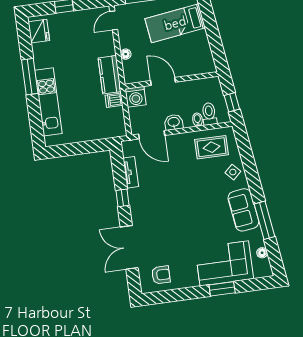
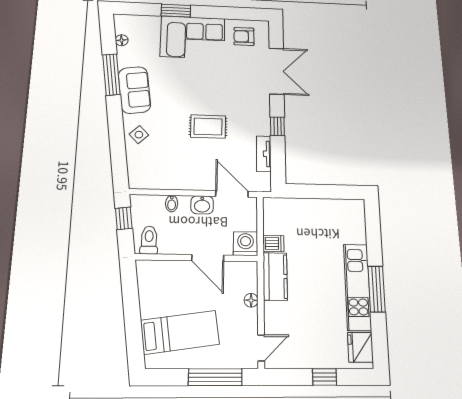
kitchen unit: (48, 102) -> (357, 287), moved
toilet: (209, 114) -> (149, 240), moved, turned 180
rug: (212, 147) -> (208, 127), moved
corner sofa: (224, 263) -> (193, 37), moved

